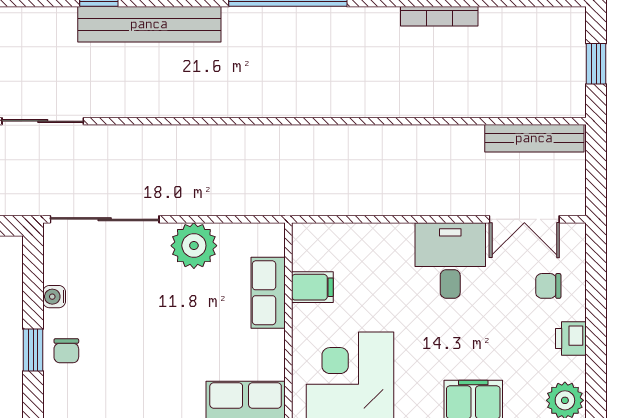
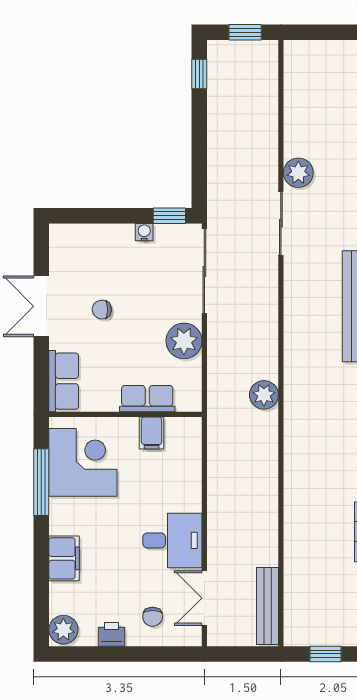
plant: (263, 143) -> (264, 395), added
chair: (548, 286) -> (153, 617), turned 180
window: (33, 350) -> (169, 216), moved
chair: (66, 351) -> (102, 310), moved

